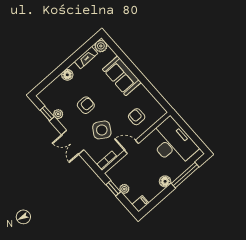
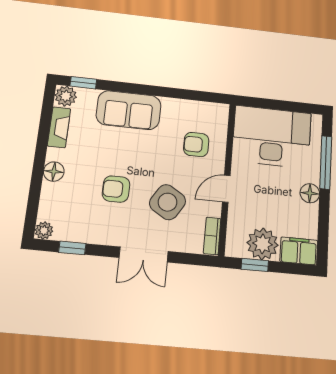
window: (114, 46) -> (83, 83), added
armchair: (86, 105) -> (116, 189), turned -90
plant: (58, 114) -> (44, 231), moved
plant: (124, 189) -> (263, 244), width x1.88, depth x1.88
filing cabinet: (140, 204) -> (299, 251), width x2.00

